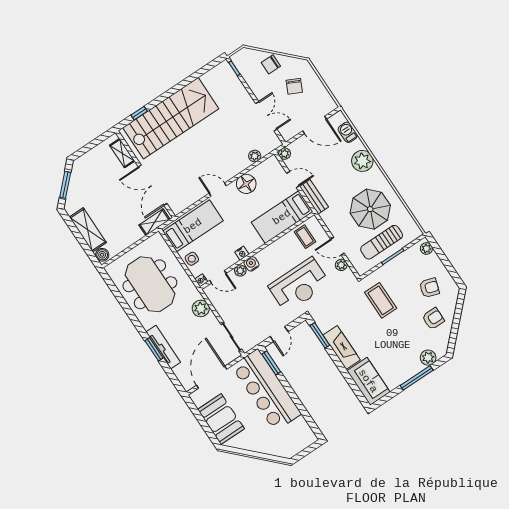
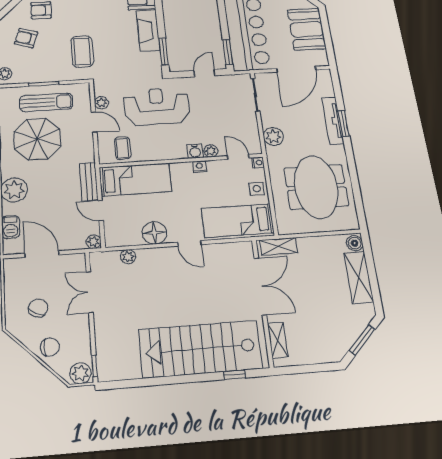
plant: (241, 58) -> (80, 373), added

